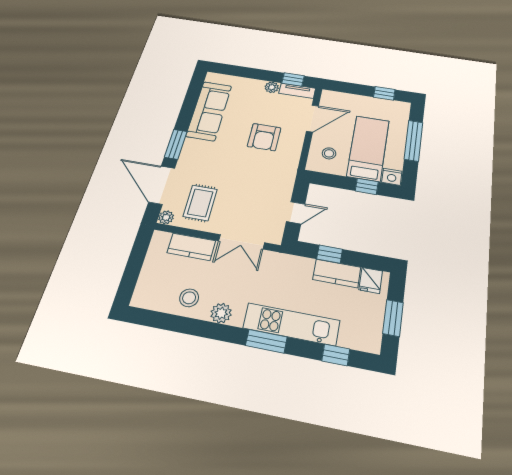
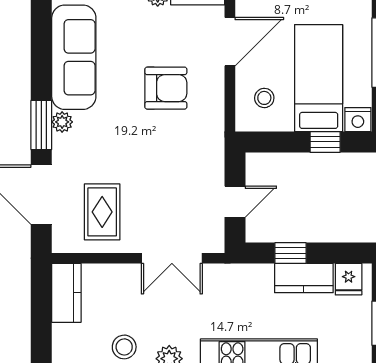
armchair: (264, 137) -> (166, 88), turned -90
plant: (166, 217) -> (62, 122), moved
kitchen counter: (191, 247) -> (66, 293), moved, turned -90

